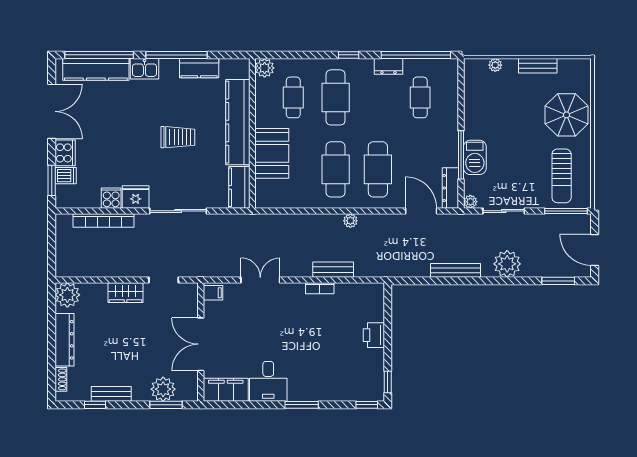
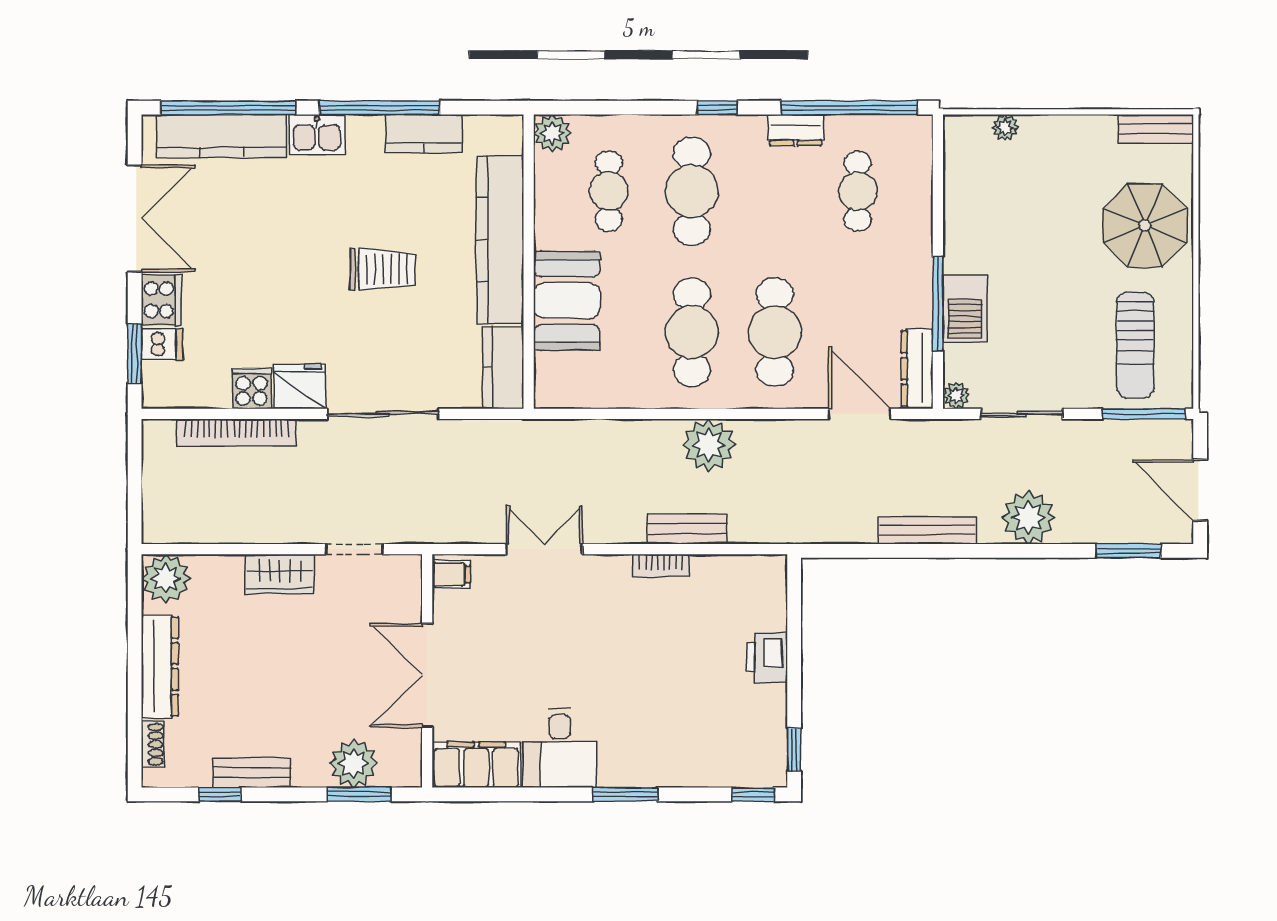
bench: (538, 66) -> (1156, 129), moved
plant: (350, 221) -> (709, 445), width x1.88, depth x1.88

